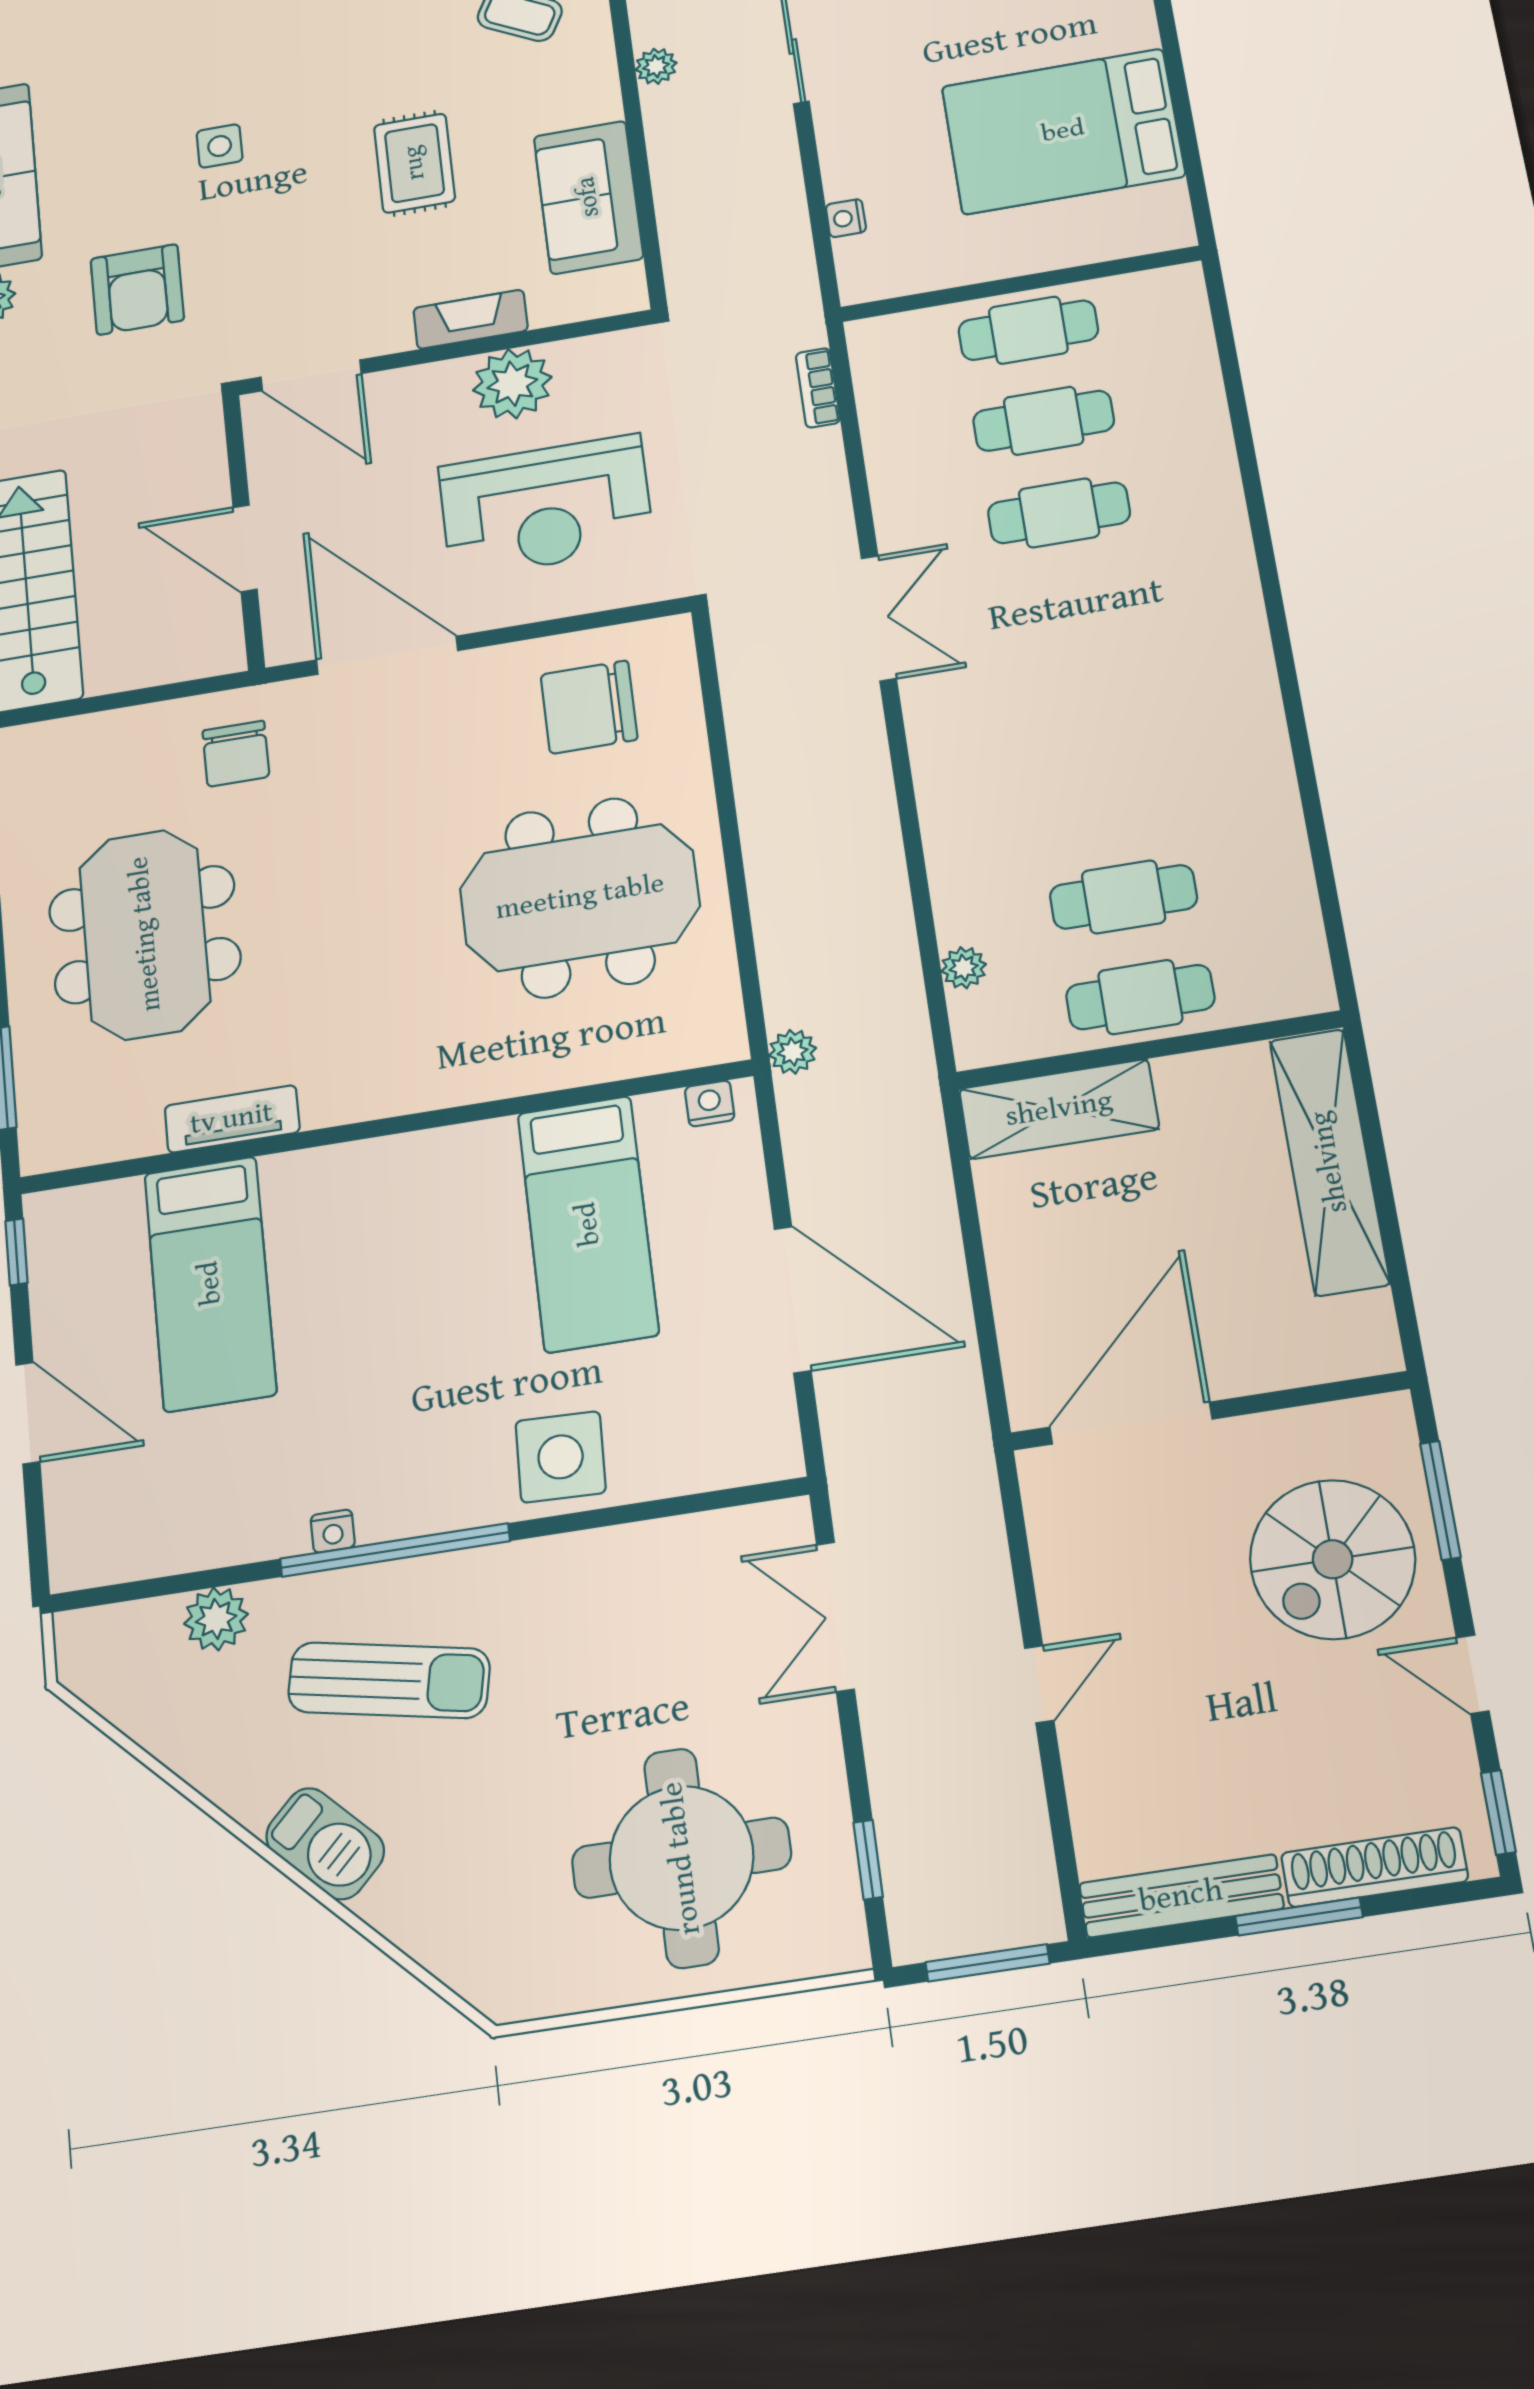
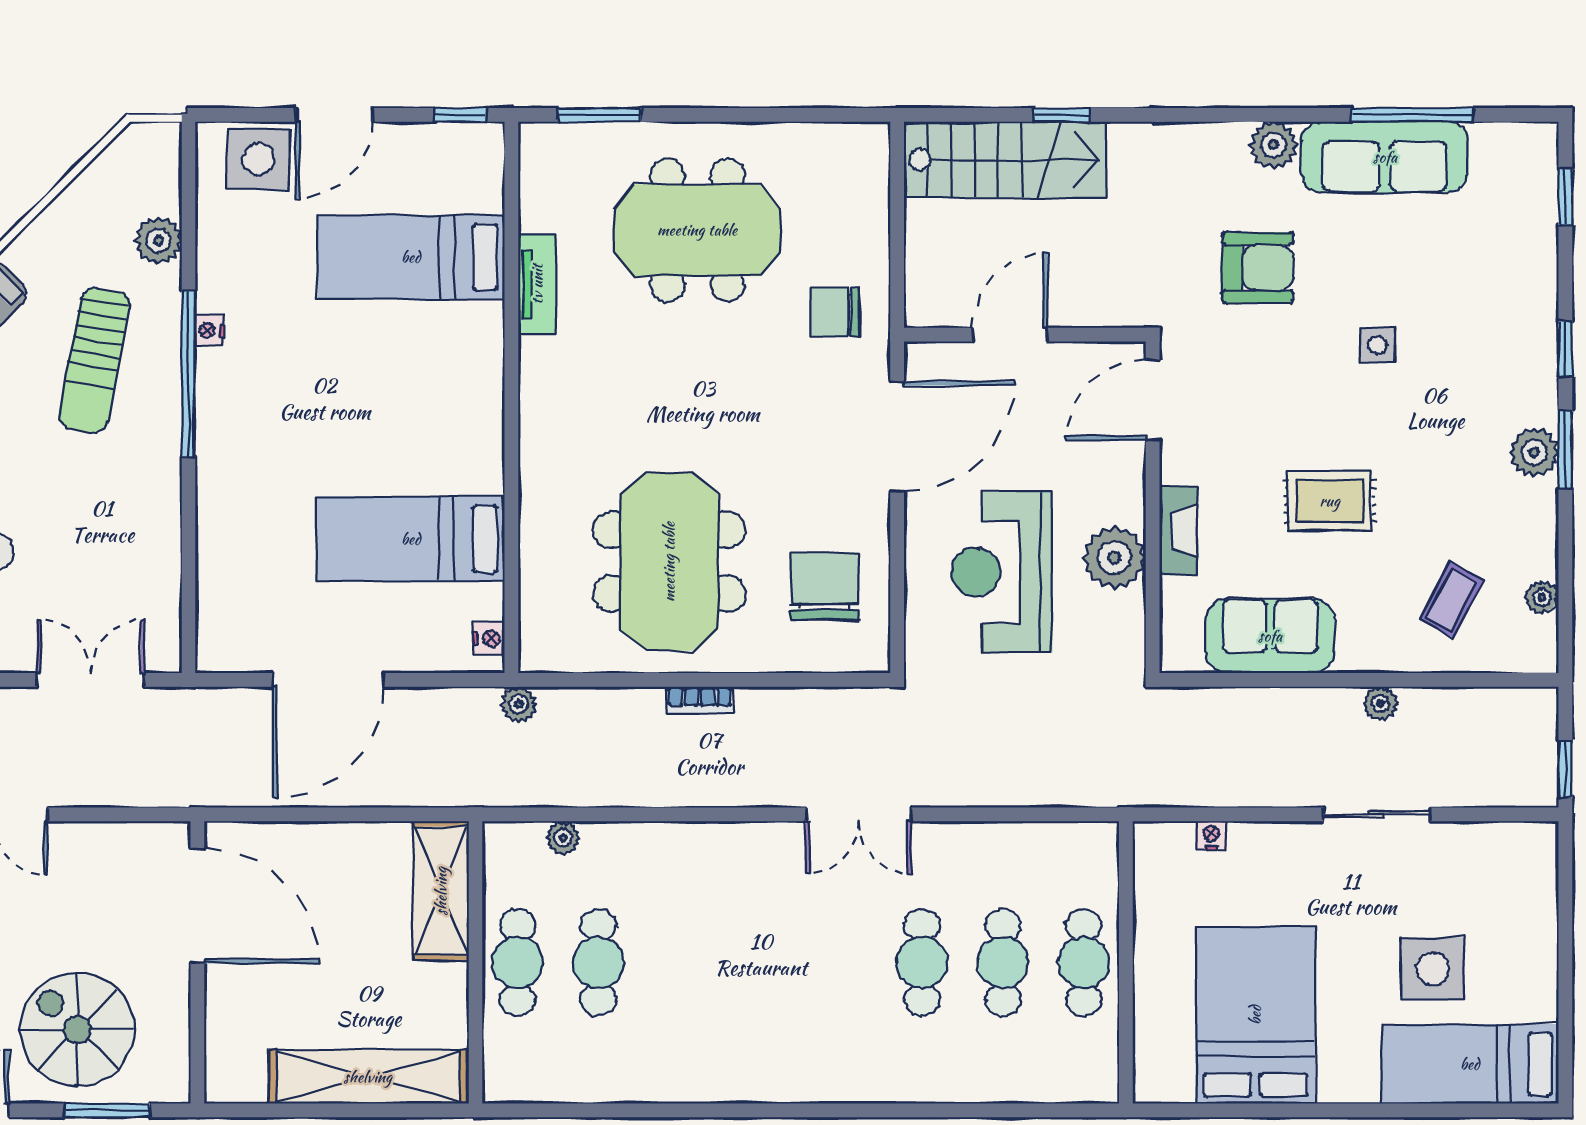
armchair: (137, 289) -> (1258, 268), turned 180
bookcase: (818, 388) -> (700, 700), moved, turned 180
side table: (561, 1457) -> (259, 159), moved

